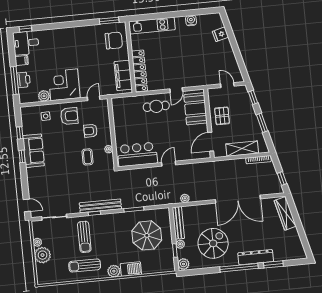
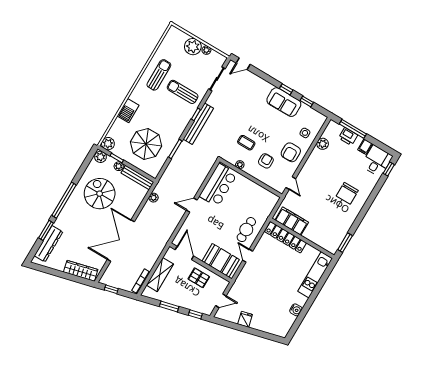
fridge: (220, 34) -> (245, 319), moved
chair: (114, 41) -> (347, 193), moved
corner desk: (64, 85) -> (320, 167), removed
door: (169, 164) -> (192, 205), swing flipped
spiral stairs: (213, 243) -> (100, 194), turned 180
dresser: (256, 257) -> (49, 244), moved
plant: (114, 271) -> (108, 144), moved

